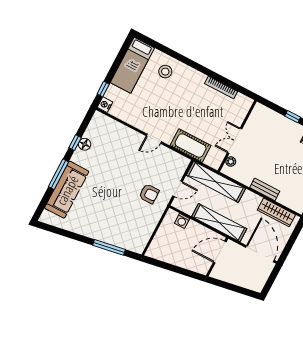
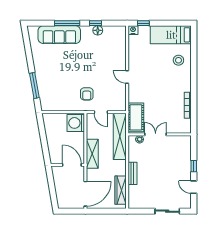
cot: (191, 146) -> (136, 117), moved
washing machine: (182, 221) -> (76, 123), width x1.89, depth x1.89
shelving: (219, 223) -> (92, 154), width x0.68

